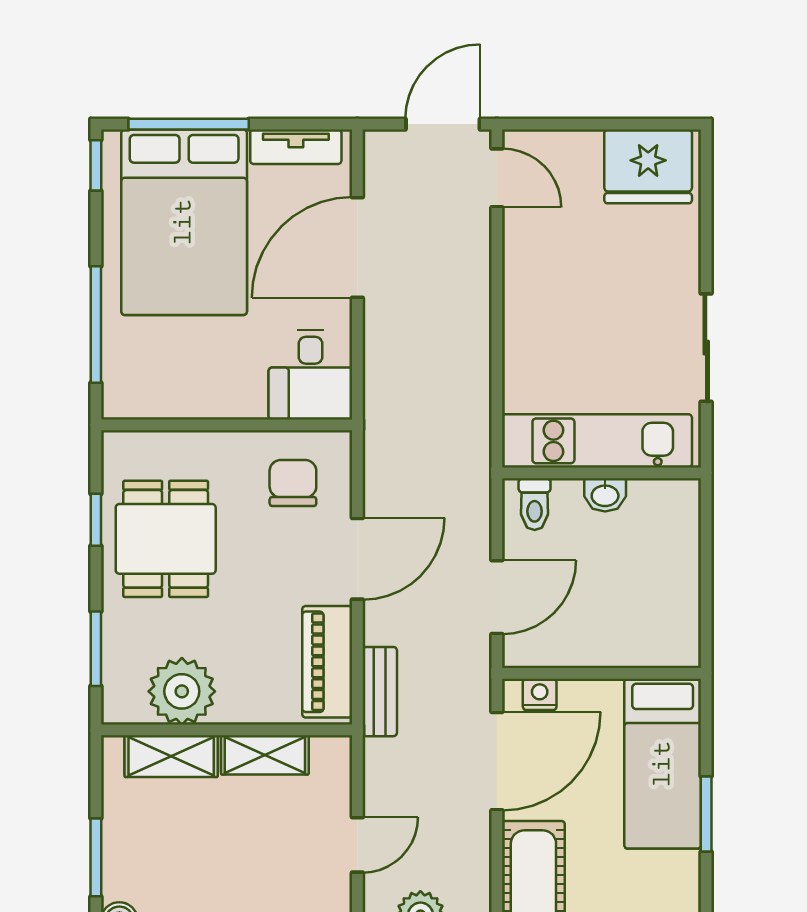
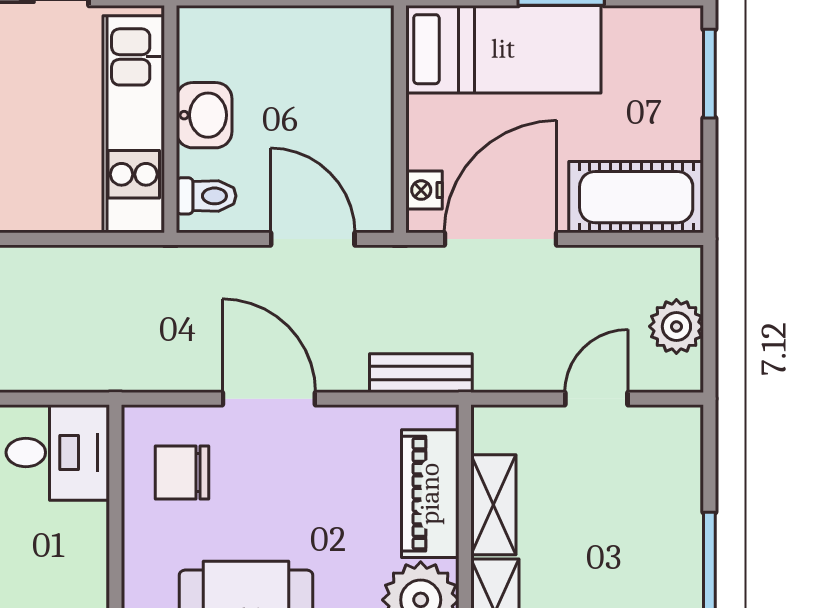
washbasin: (605, 495) -> (204, 115), width x1.38, depth x1.45
piano: (327, 662) -> (430, 494), moved, turned 90
door: (497, 761) -> (501, 239), hinge flipped
door: (357, 845) -> (596, 399), hinge flipped

